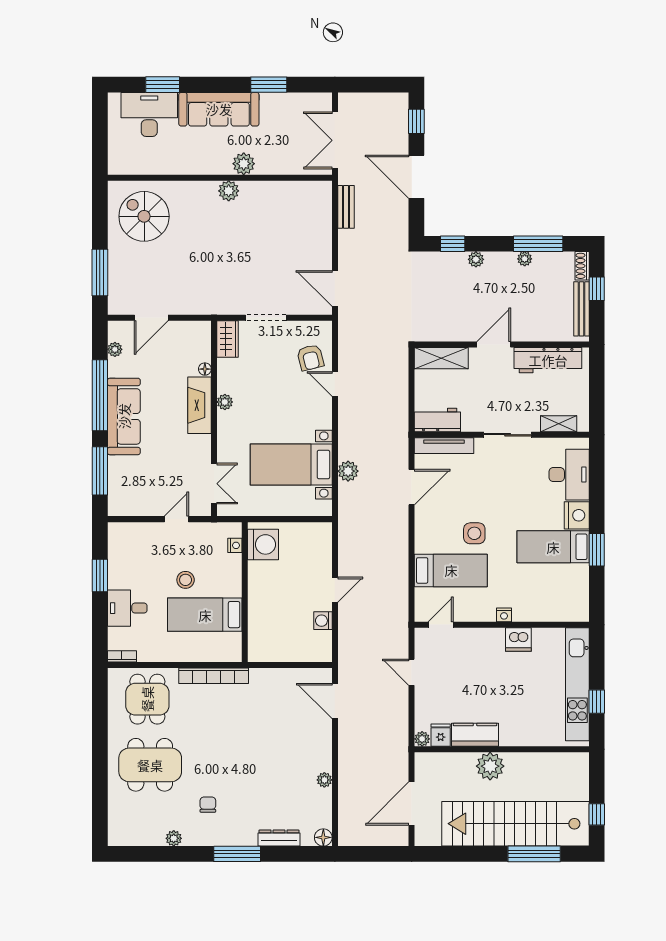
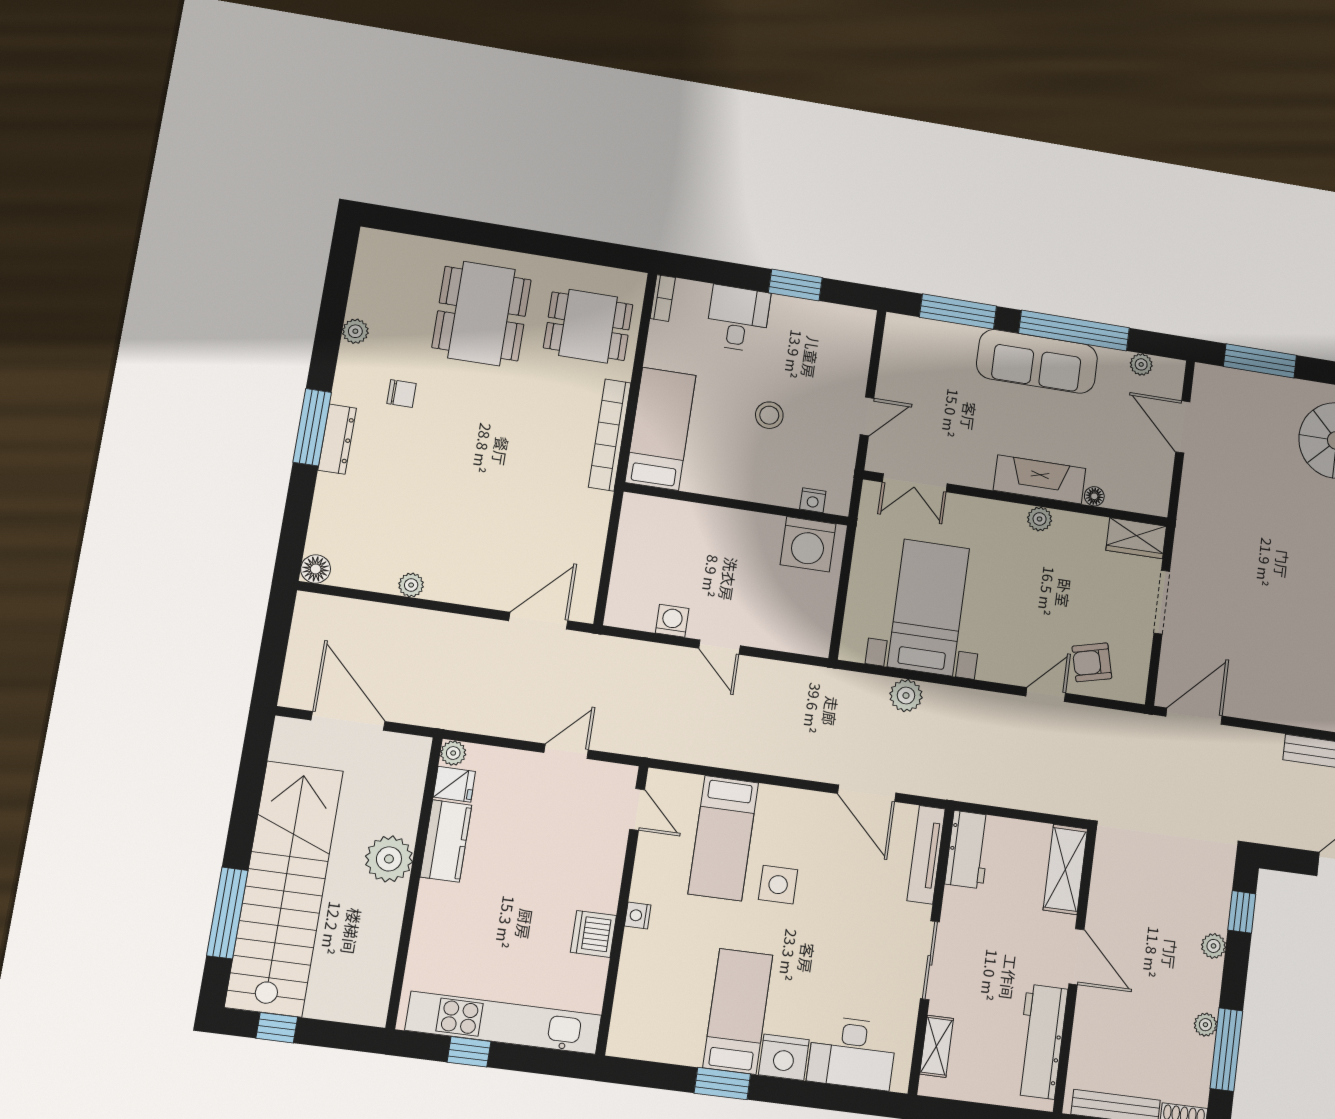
door: (177, 519) -> (867, 416), hinge flipped
bed: (205, 615) -> (661, 429), moved
dresser: (279, 838) -> (337, 439), moved

